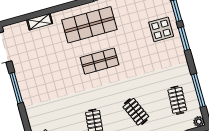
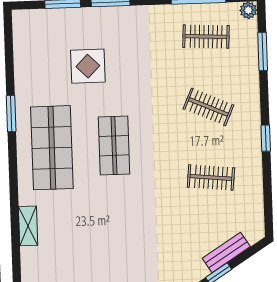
display table: (161, 29) -> (88, 66), moved
clothes rail: (136, 112) -> (208, 107), turned 48

